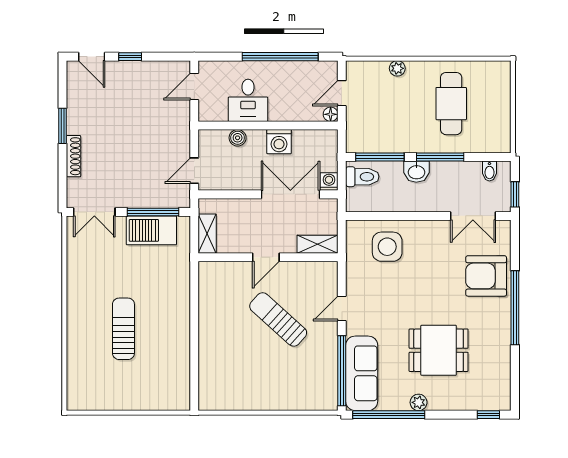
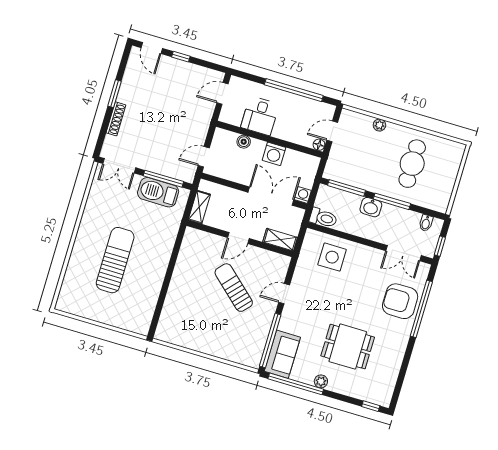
toilet: (362, 177) -> (323, 218), moved
window: (515, 308) -> (421, 309), moved
sun lounger: (123, 329) -> (115, 260), width x1.36, depth x1.34
sofa: (362, 373) -> (282, 354), width x0.73

